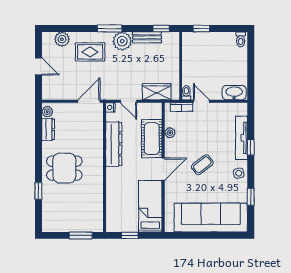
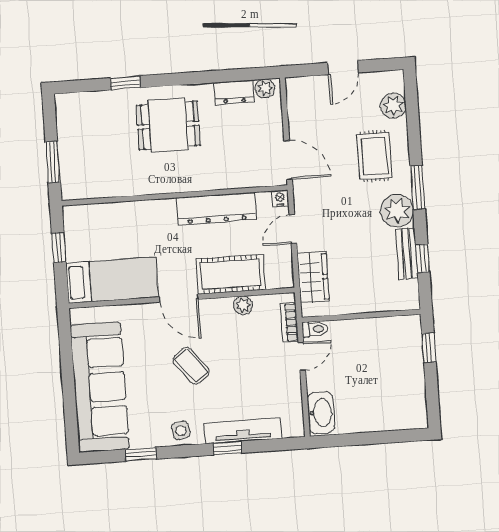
window: (161, 28) -> (423, 259), moved
toilet: (241, 39) -> (415, 417), removed
dining table: (64, 168) -> (168, 125), turned 90

